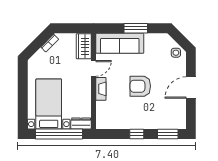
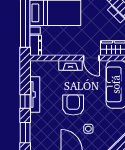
side table: (176, 53) -> (88, 129), moved
tv unit: (130, 124) -> (35, 94), added

